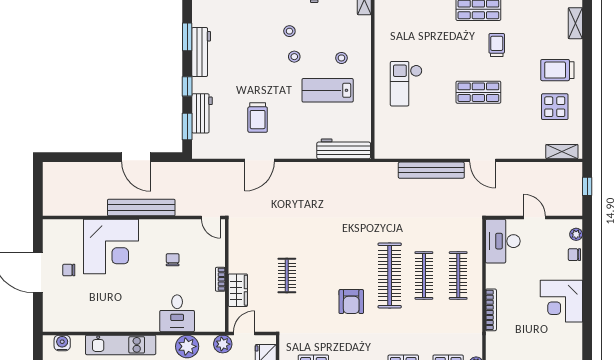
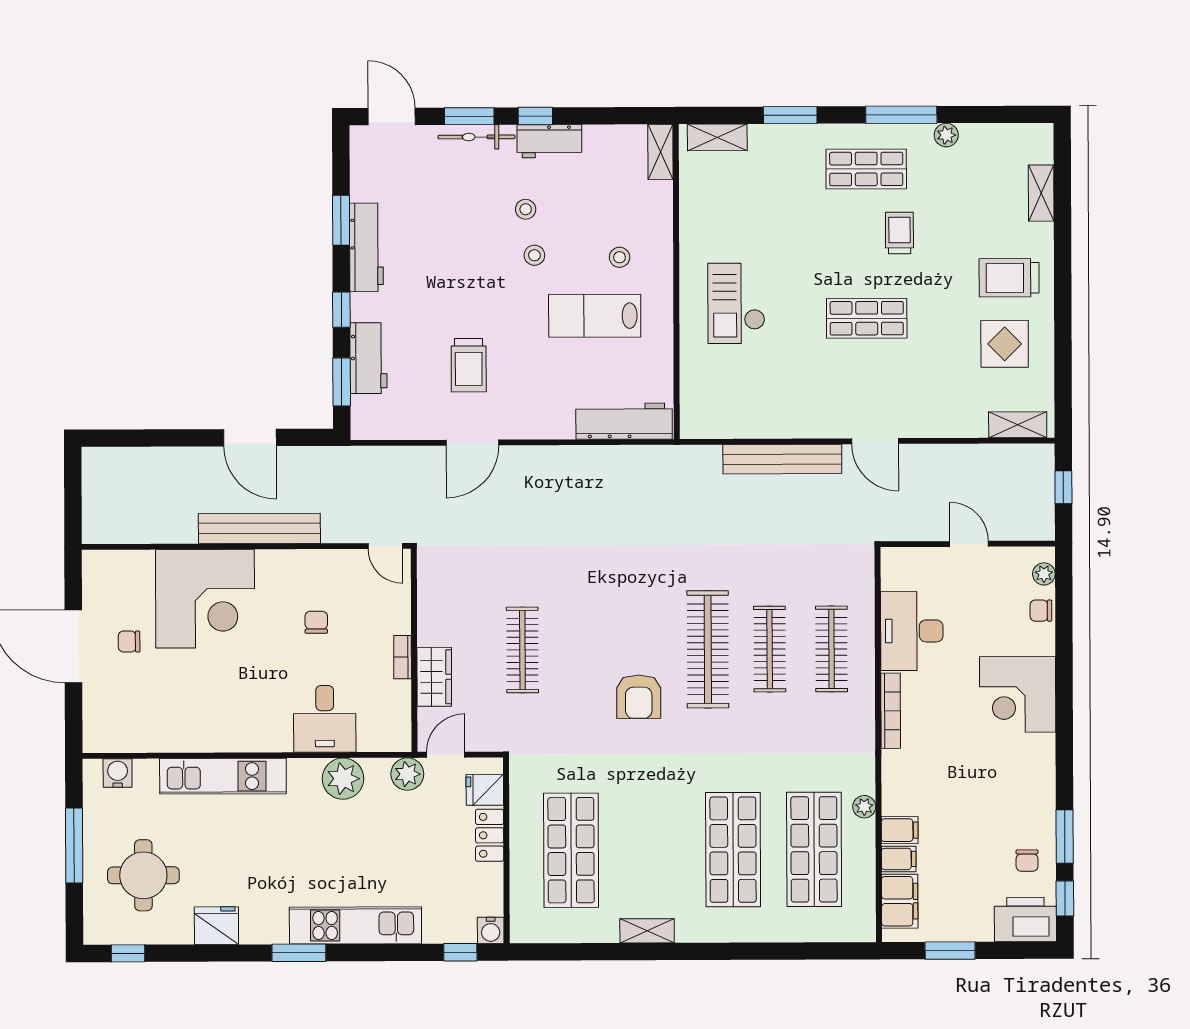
desk: (503, 241) -> (912, 631), moved
clothes rail: (287, 275) -> (522, 650), width x1.36

